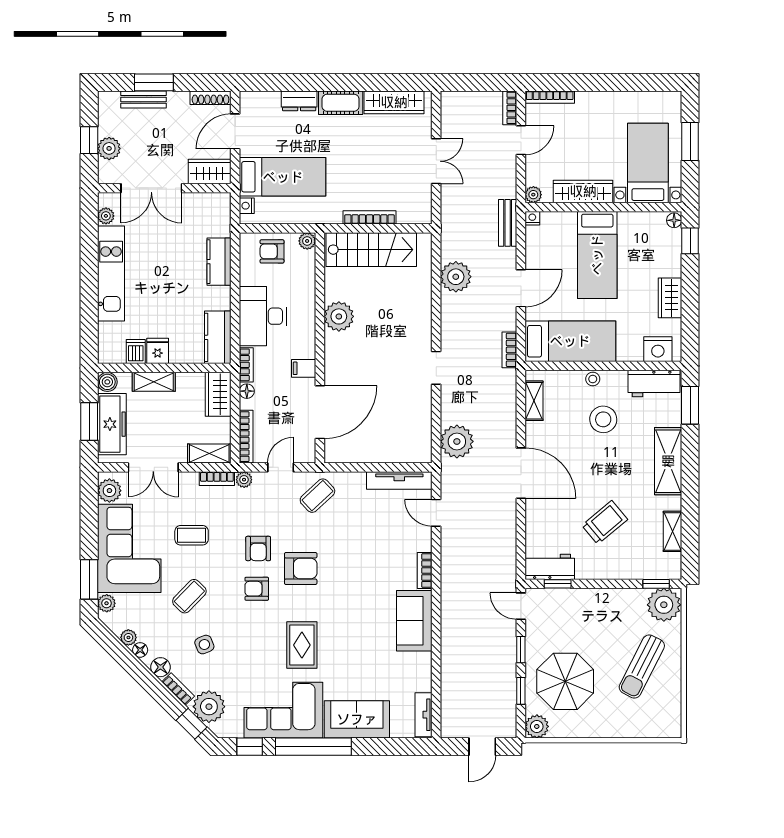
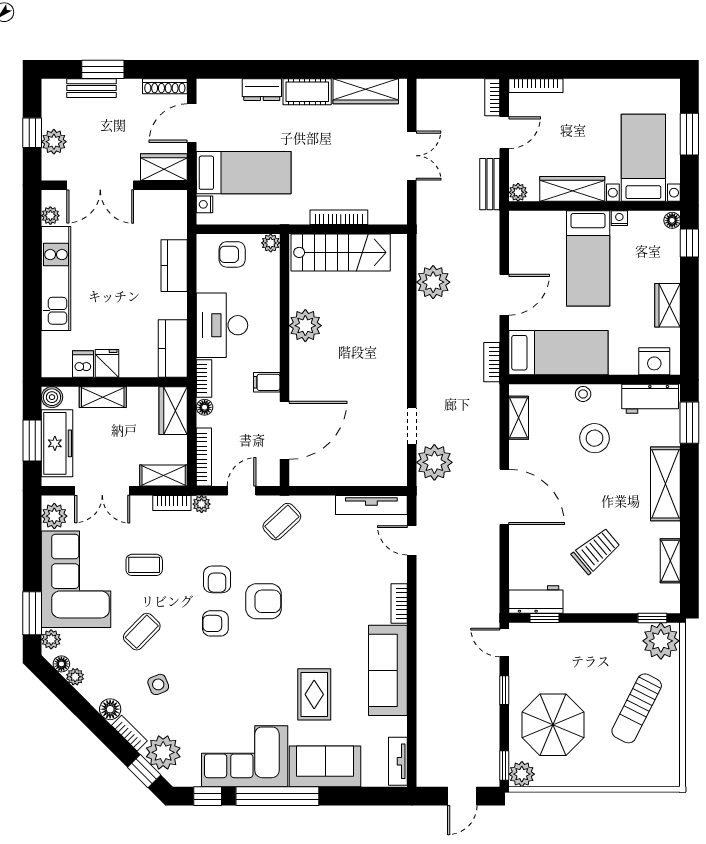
nightstand: (532, 218) -> (619, 218), moved
bench: (508, 223) -> (490, 184), moved
doorway: (436, 368) -> (412, 426), moved
sofa: (414, 621) -> (388, 670), width x1.36
rug: (302, 645) -> (314, 694), moved
floor lamp: (140, 650) -> (61, 664), moved
window: (521, 691) -> (504, 766), moved

